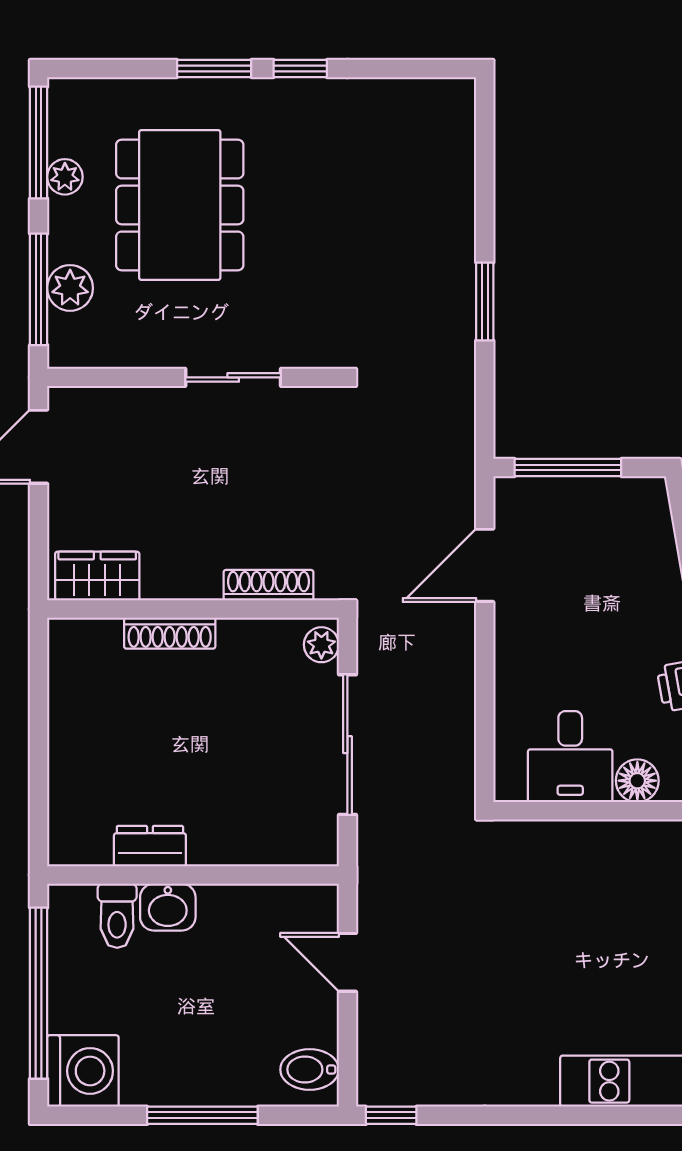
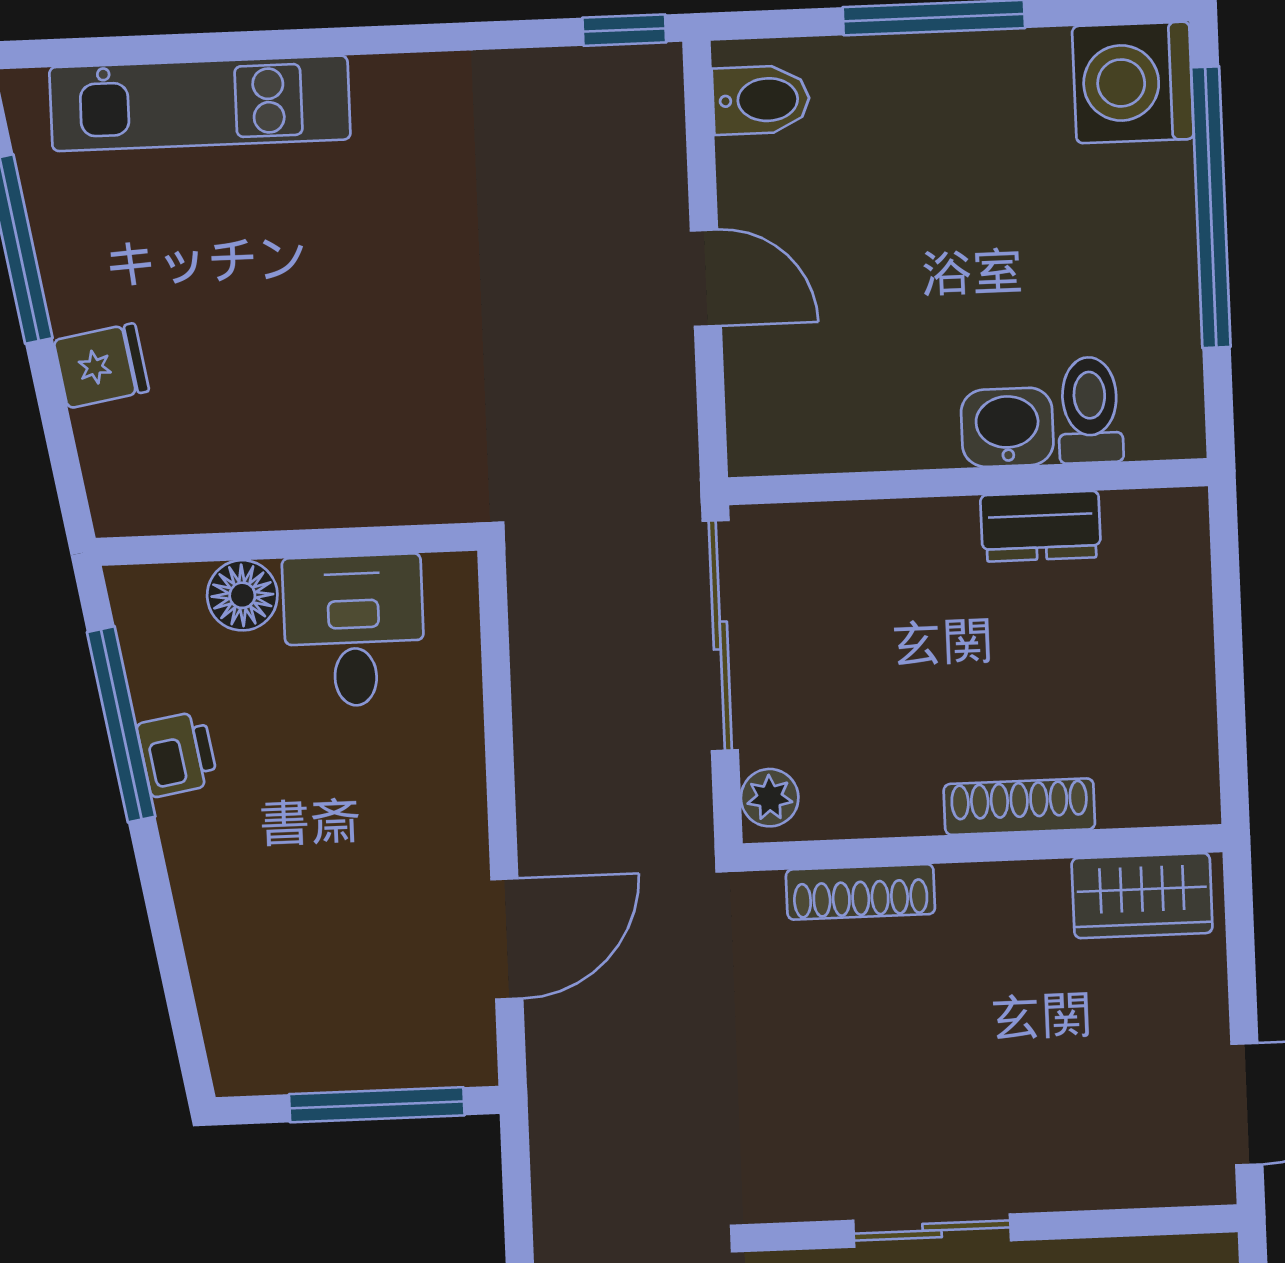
dresser: (150, 846) -> (1041, 526), moved
wall: (193, 875) -> (968, 482), moved
washbasin: (168, 907) -> (1007, 427), moved
toilet: (117, 916) -> (1090, 410), moved

